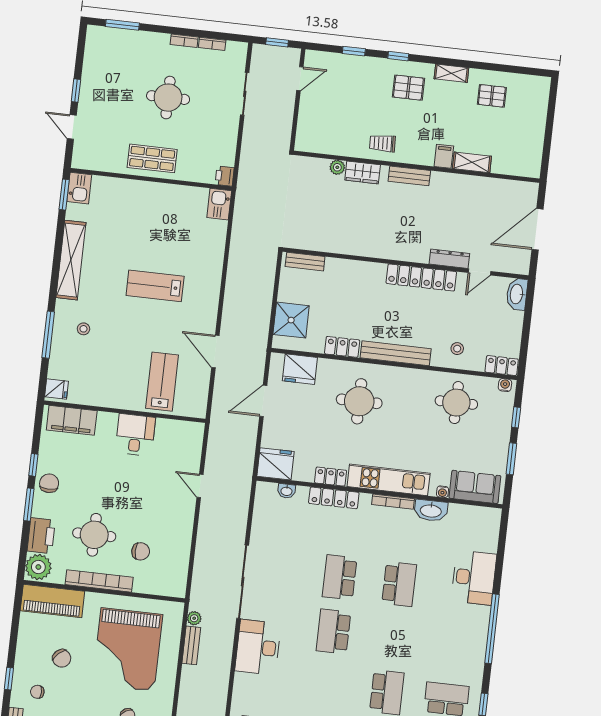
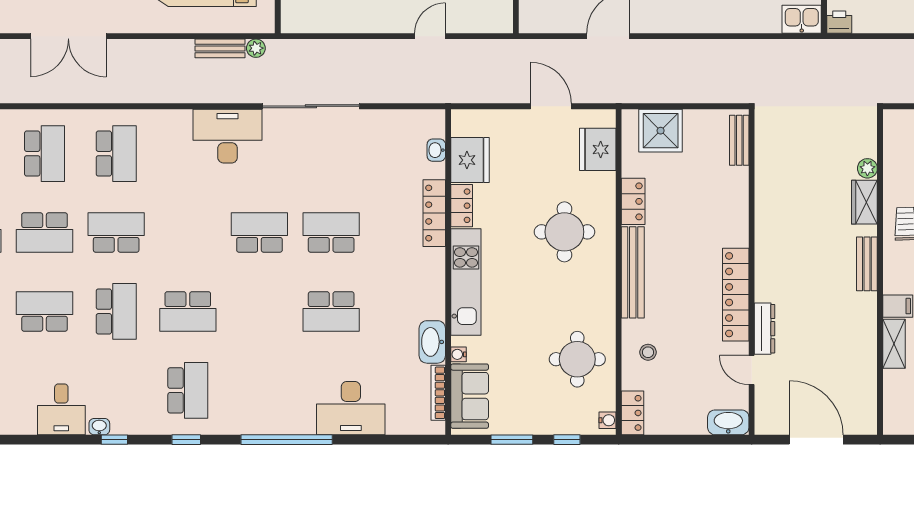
fridge: (275, 464) -> (470, 160), moved
bookcase: (393, 502) -> (438, 393), moved

